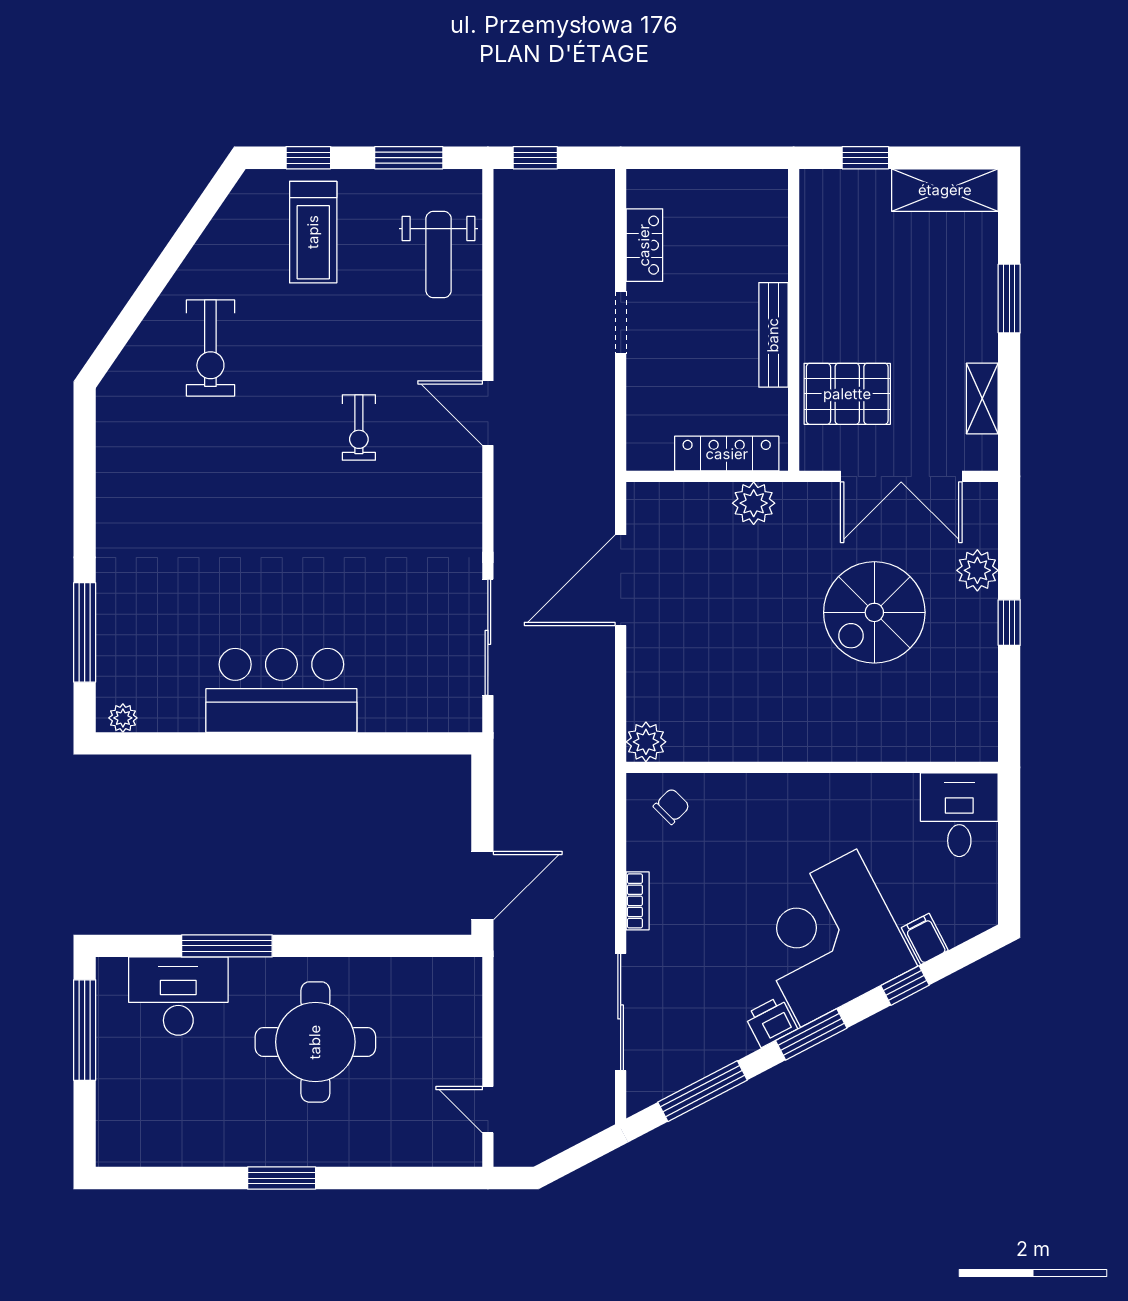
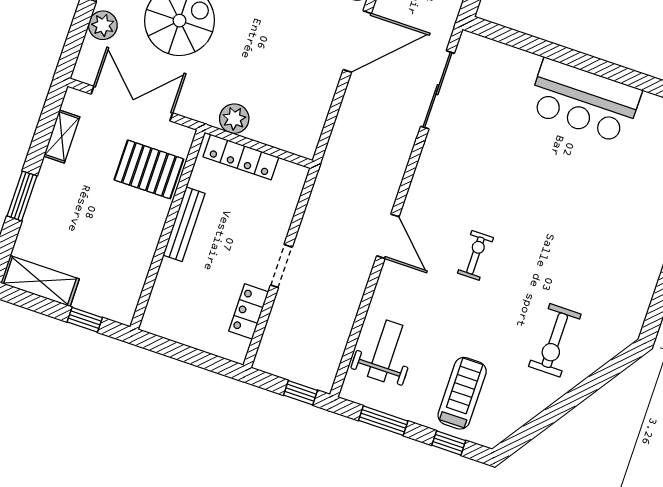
exercise bike: (210, 348) -> (555, 340), turned 180
door: (621, 580) -> (357, 42), moved

